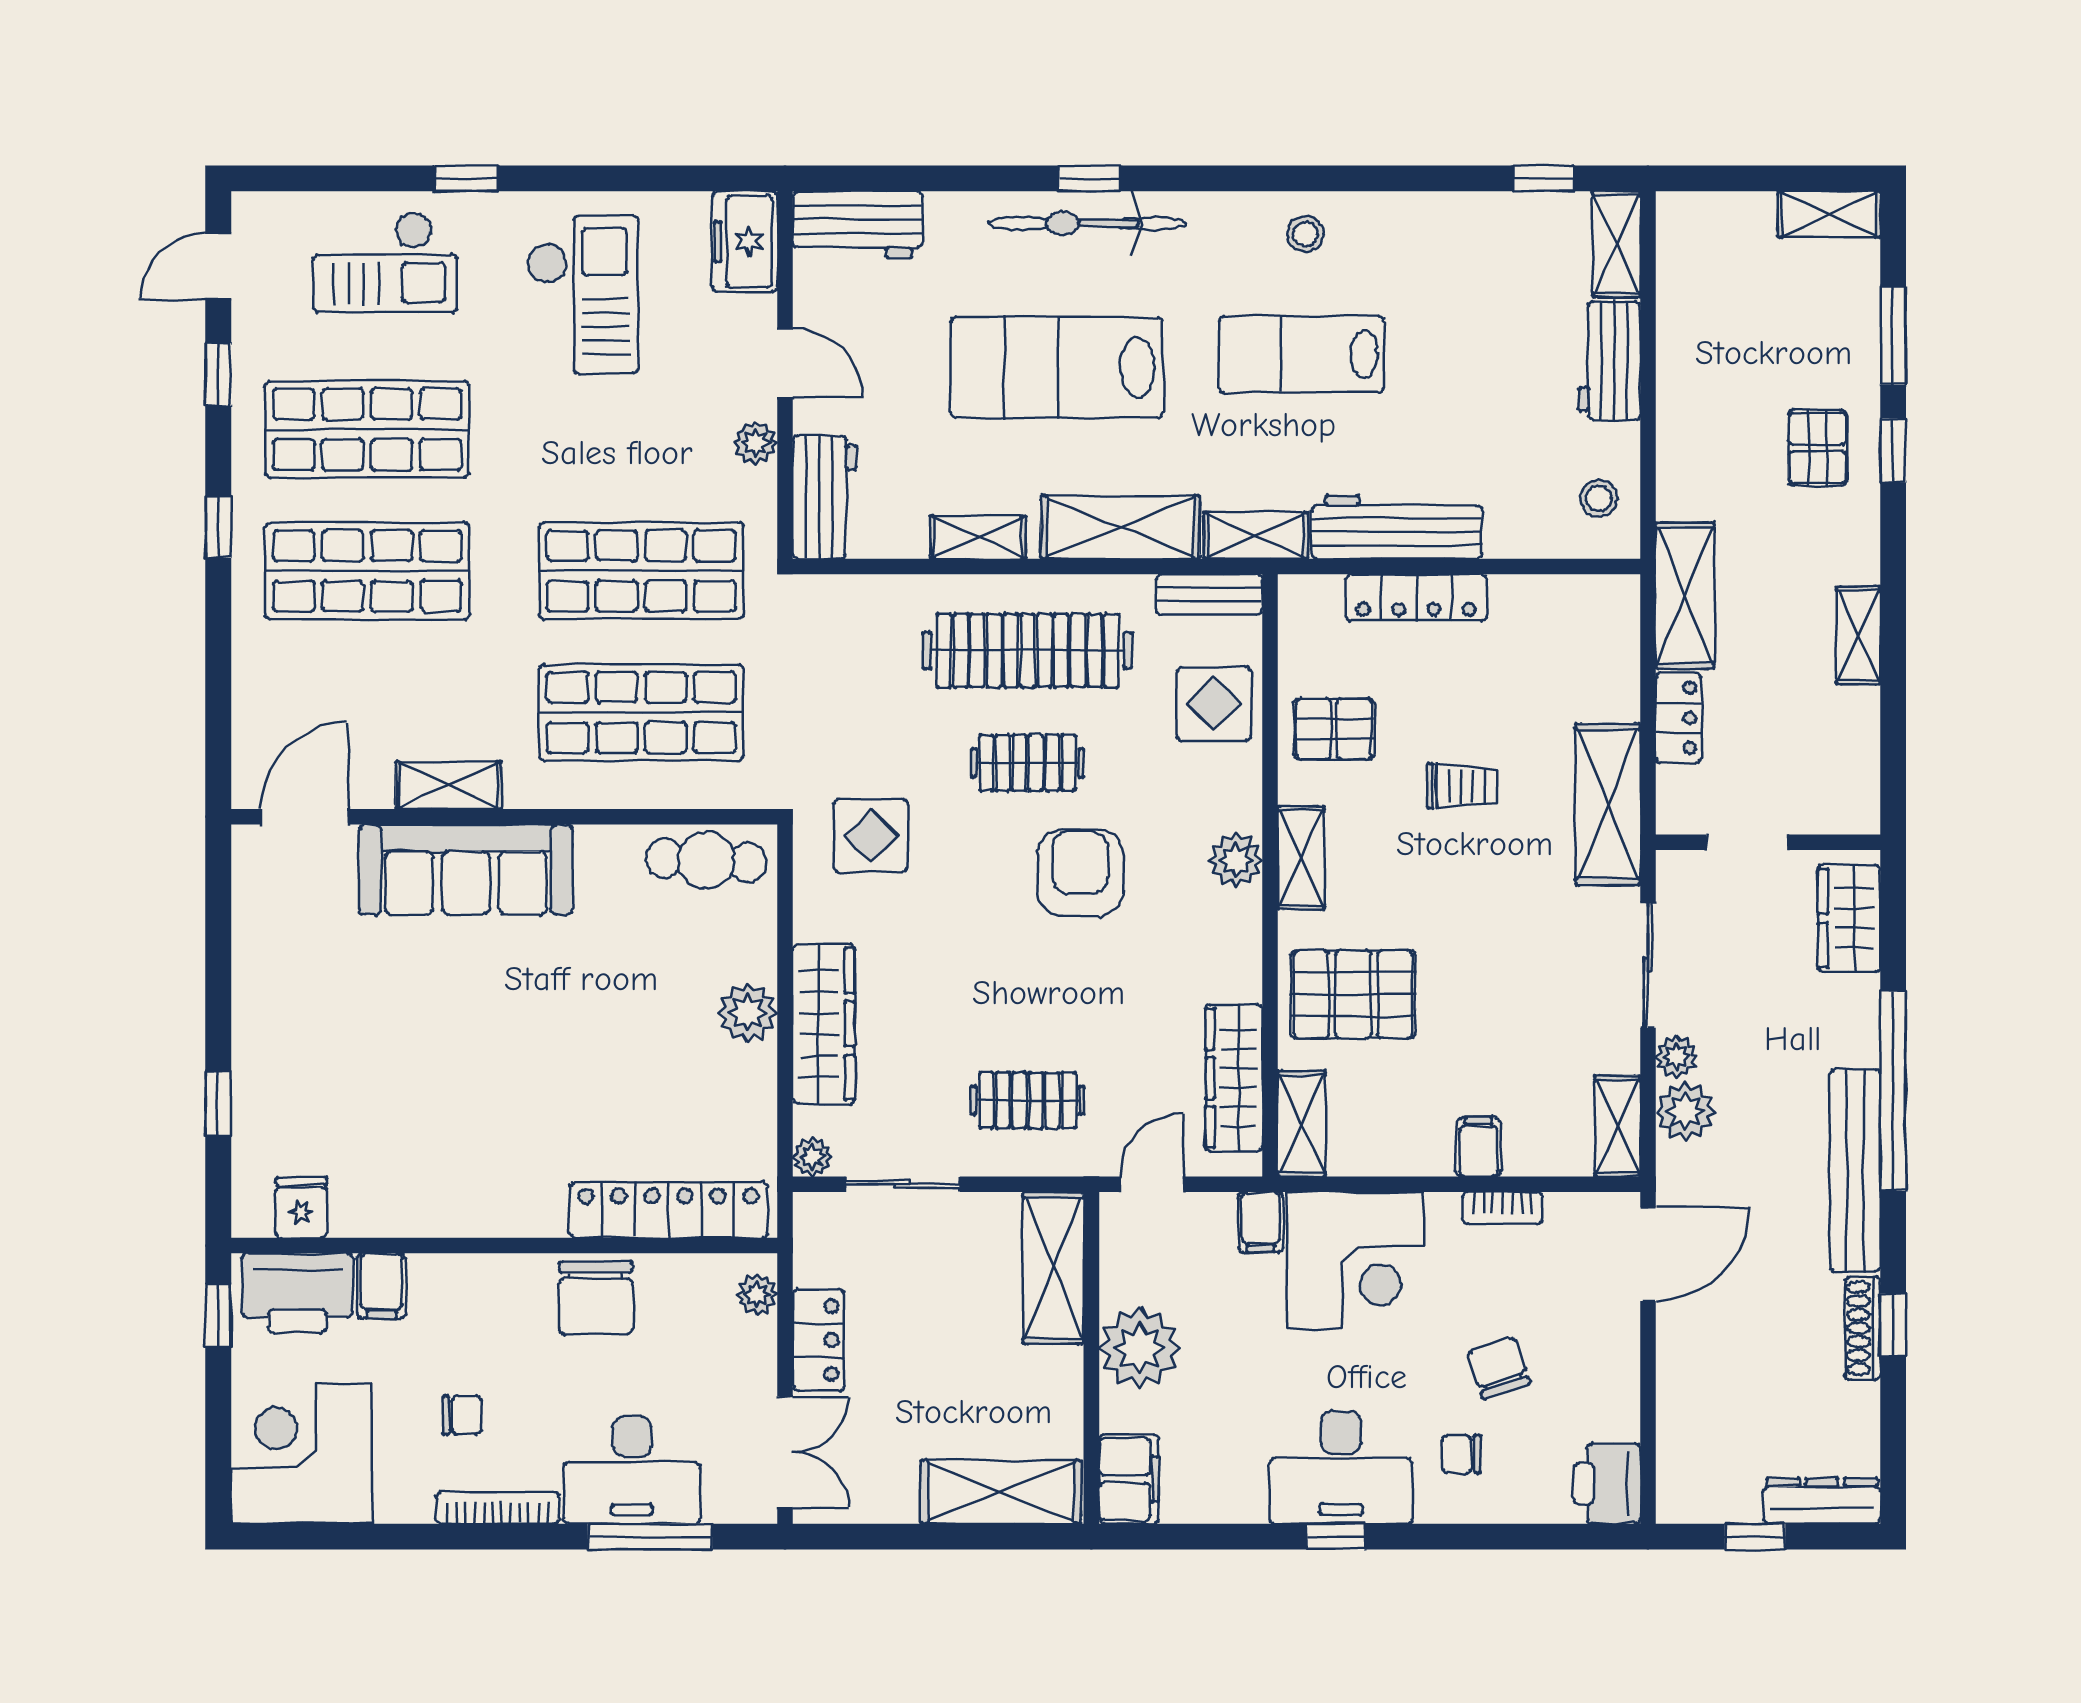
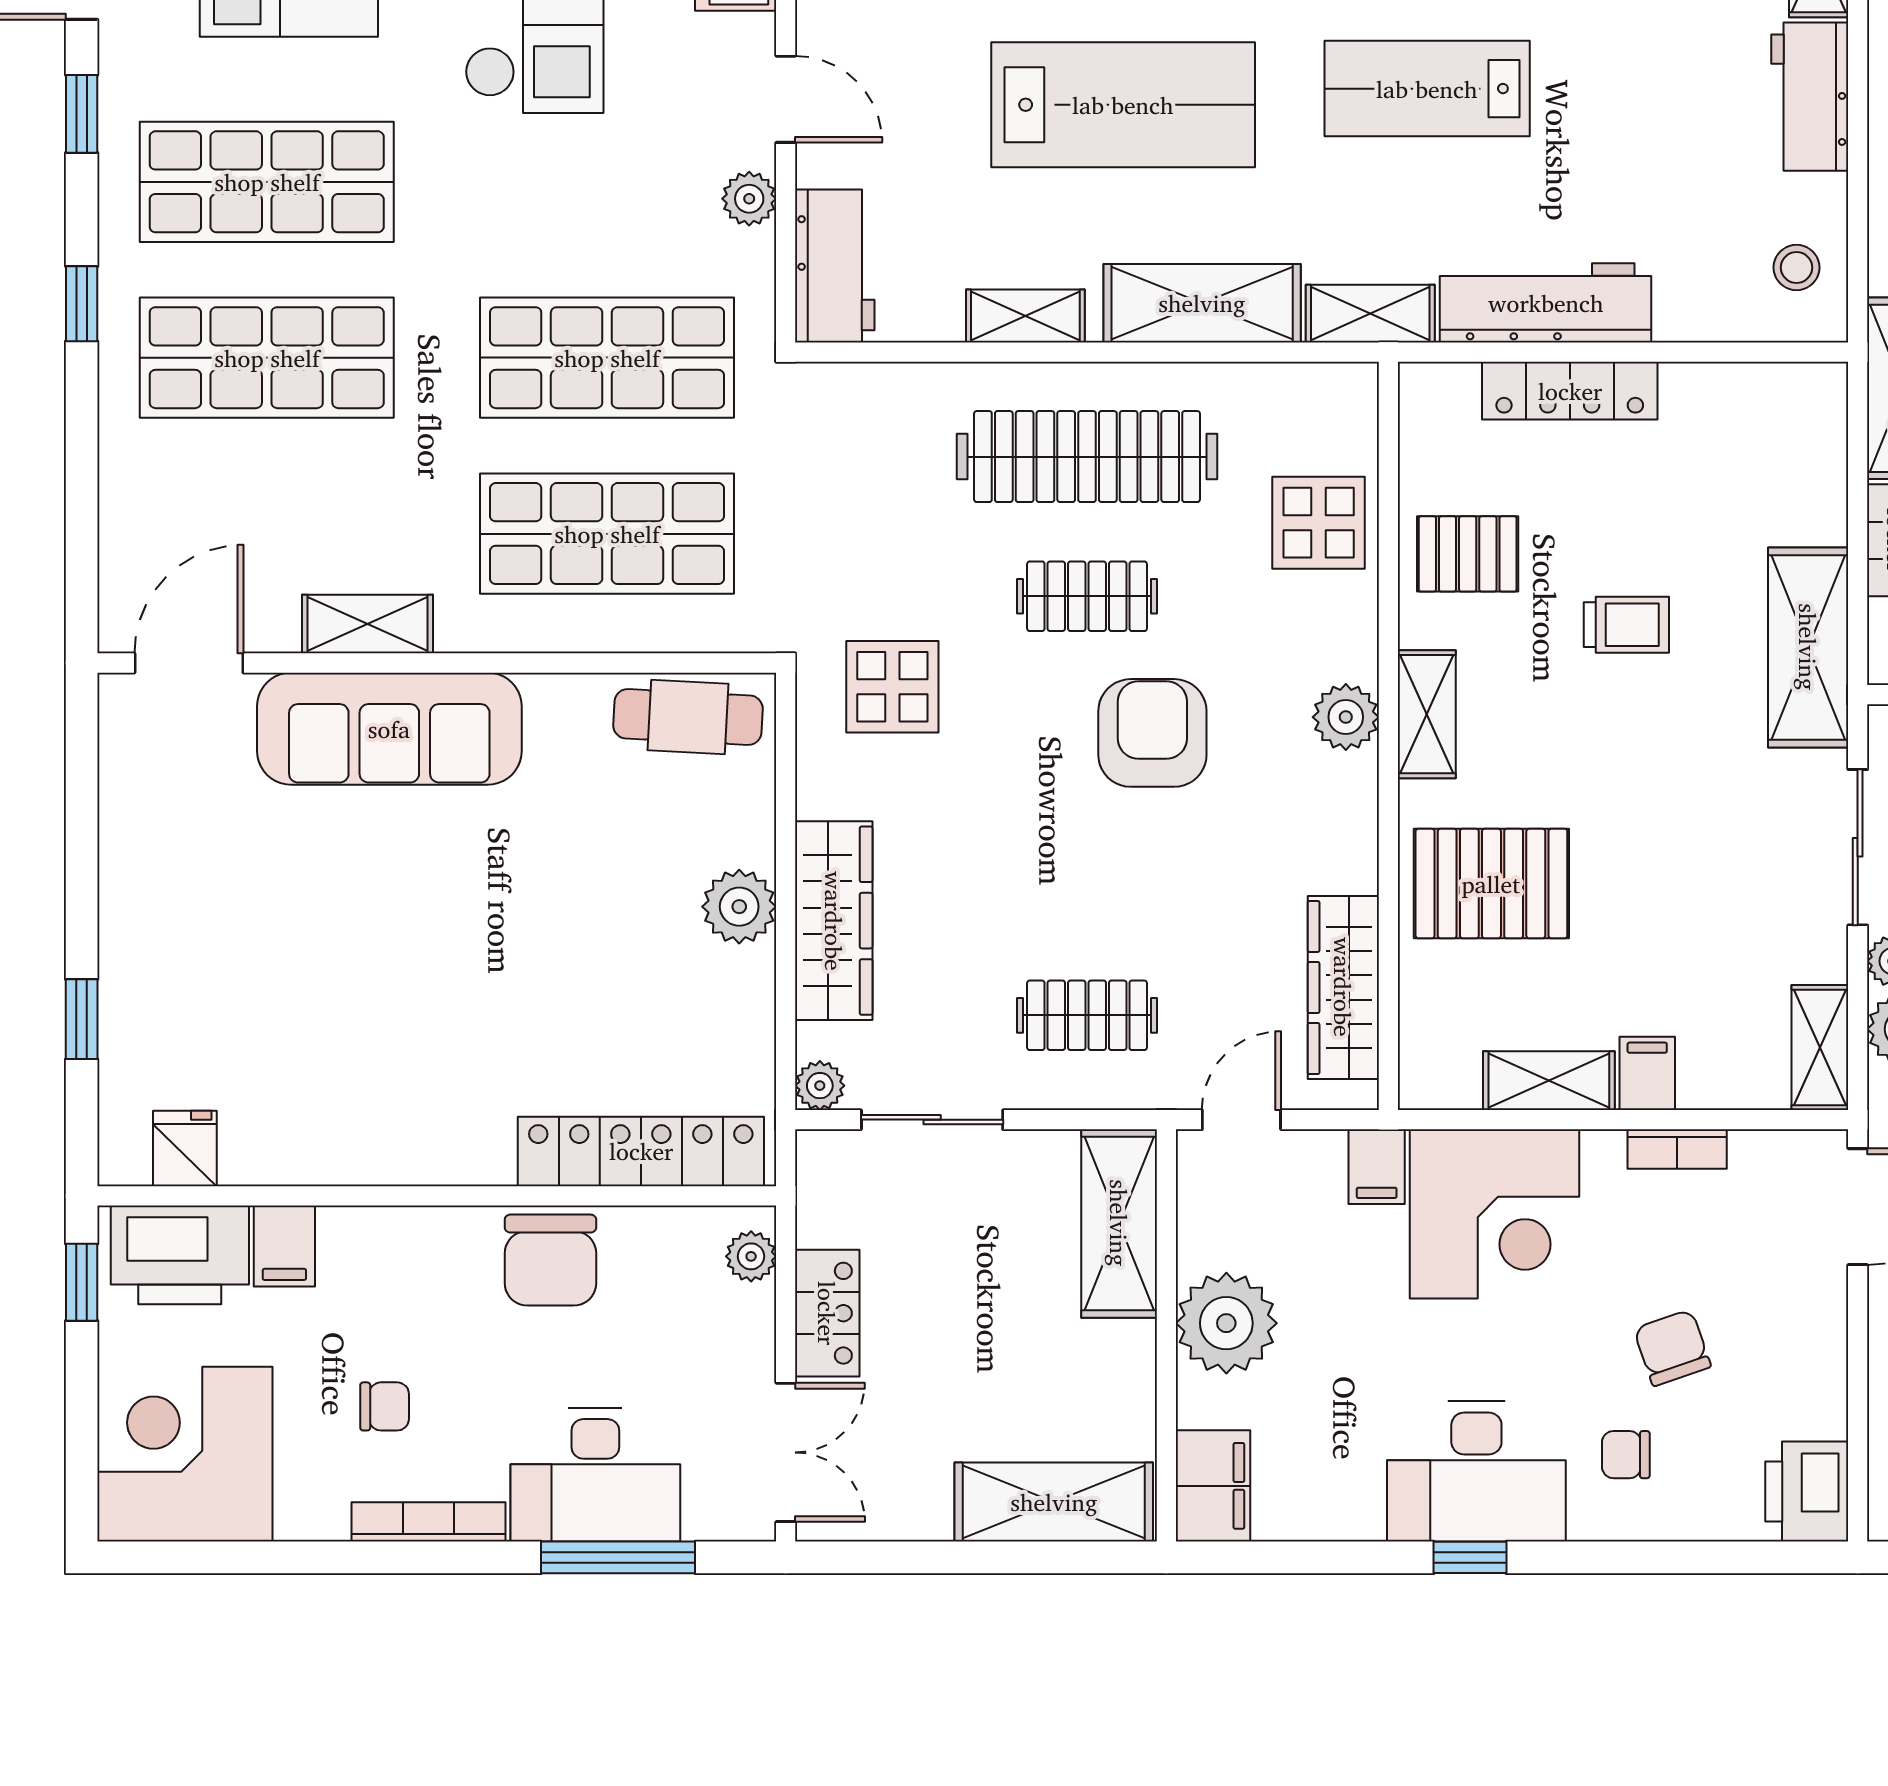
lab bench: (1057, 367) -> (1123, 105), turned 180
bench: (1209, 594) -> (1313, 387), removed
shelving: (1302, 1124) -> (1549, 1081), moved, turned 90

